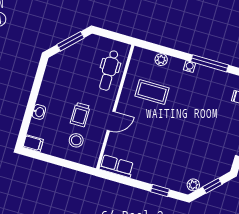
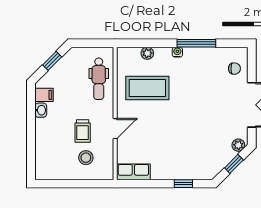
window: (71, 41) -> (52, 61), width x0.67
coffee table: (152, 92) -> (147, 88), width x1.36, depth x1.32
washbasin: (39, 112) -> (41, 110), moved
filing cabinet: (33, 143) -> (44, 95), moved
plant: (193, 185) -> (238, 145), moved

